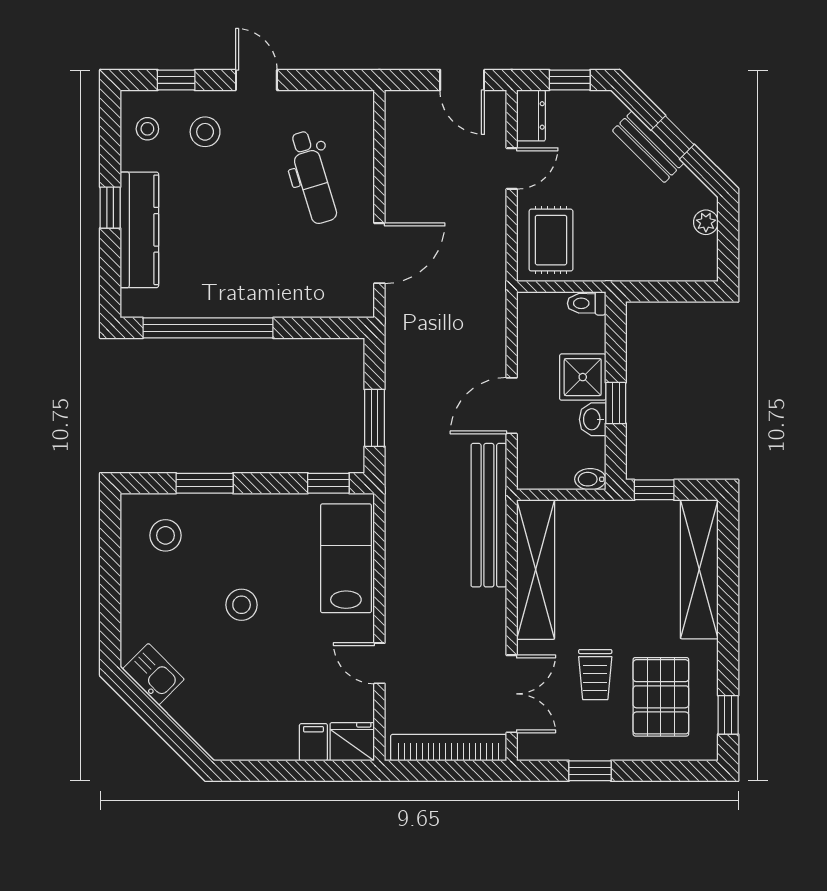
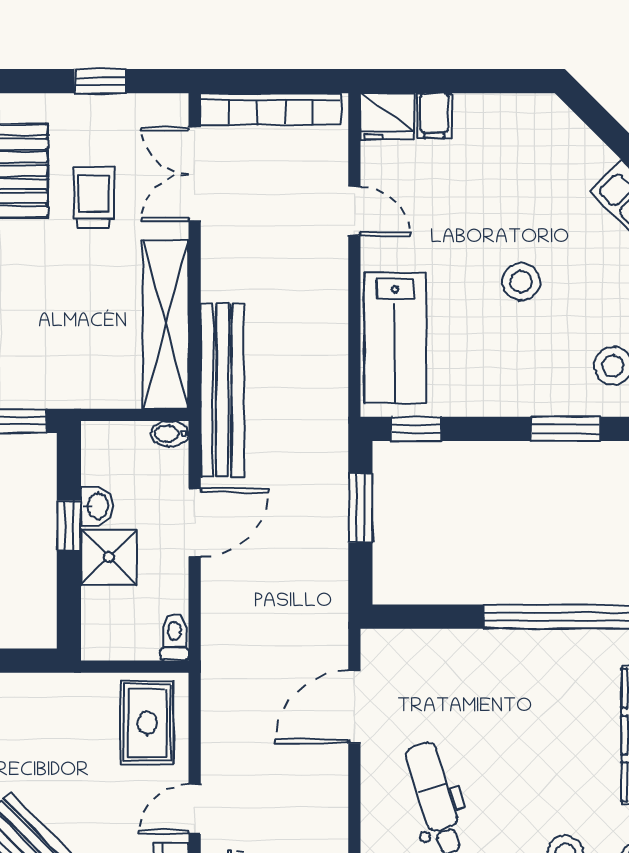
toilet: (587, 303) -> (174, 637), moved, turned -90
bidet: (590, 479) -> (170, 434), moved, turned 180

